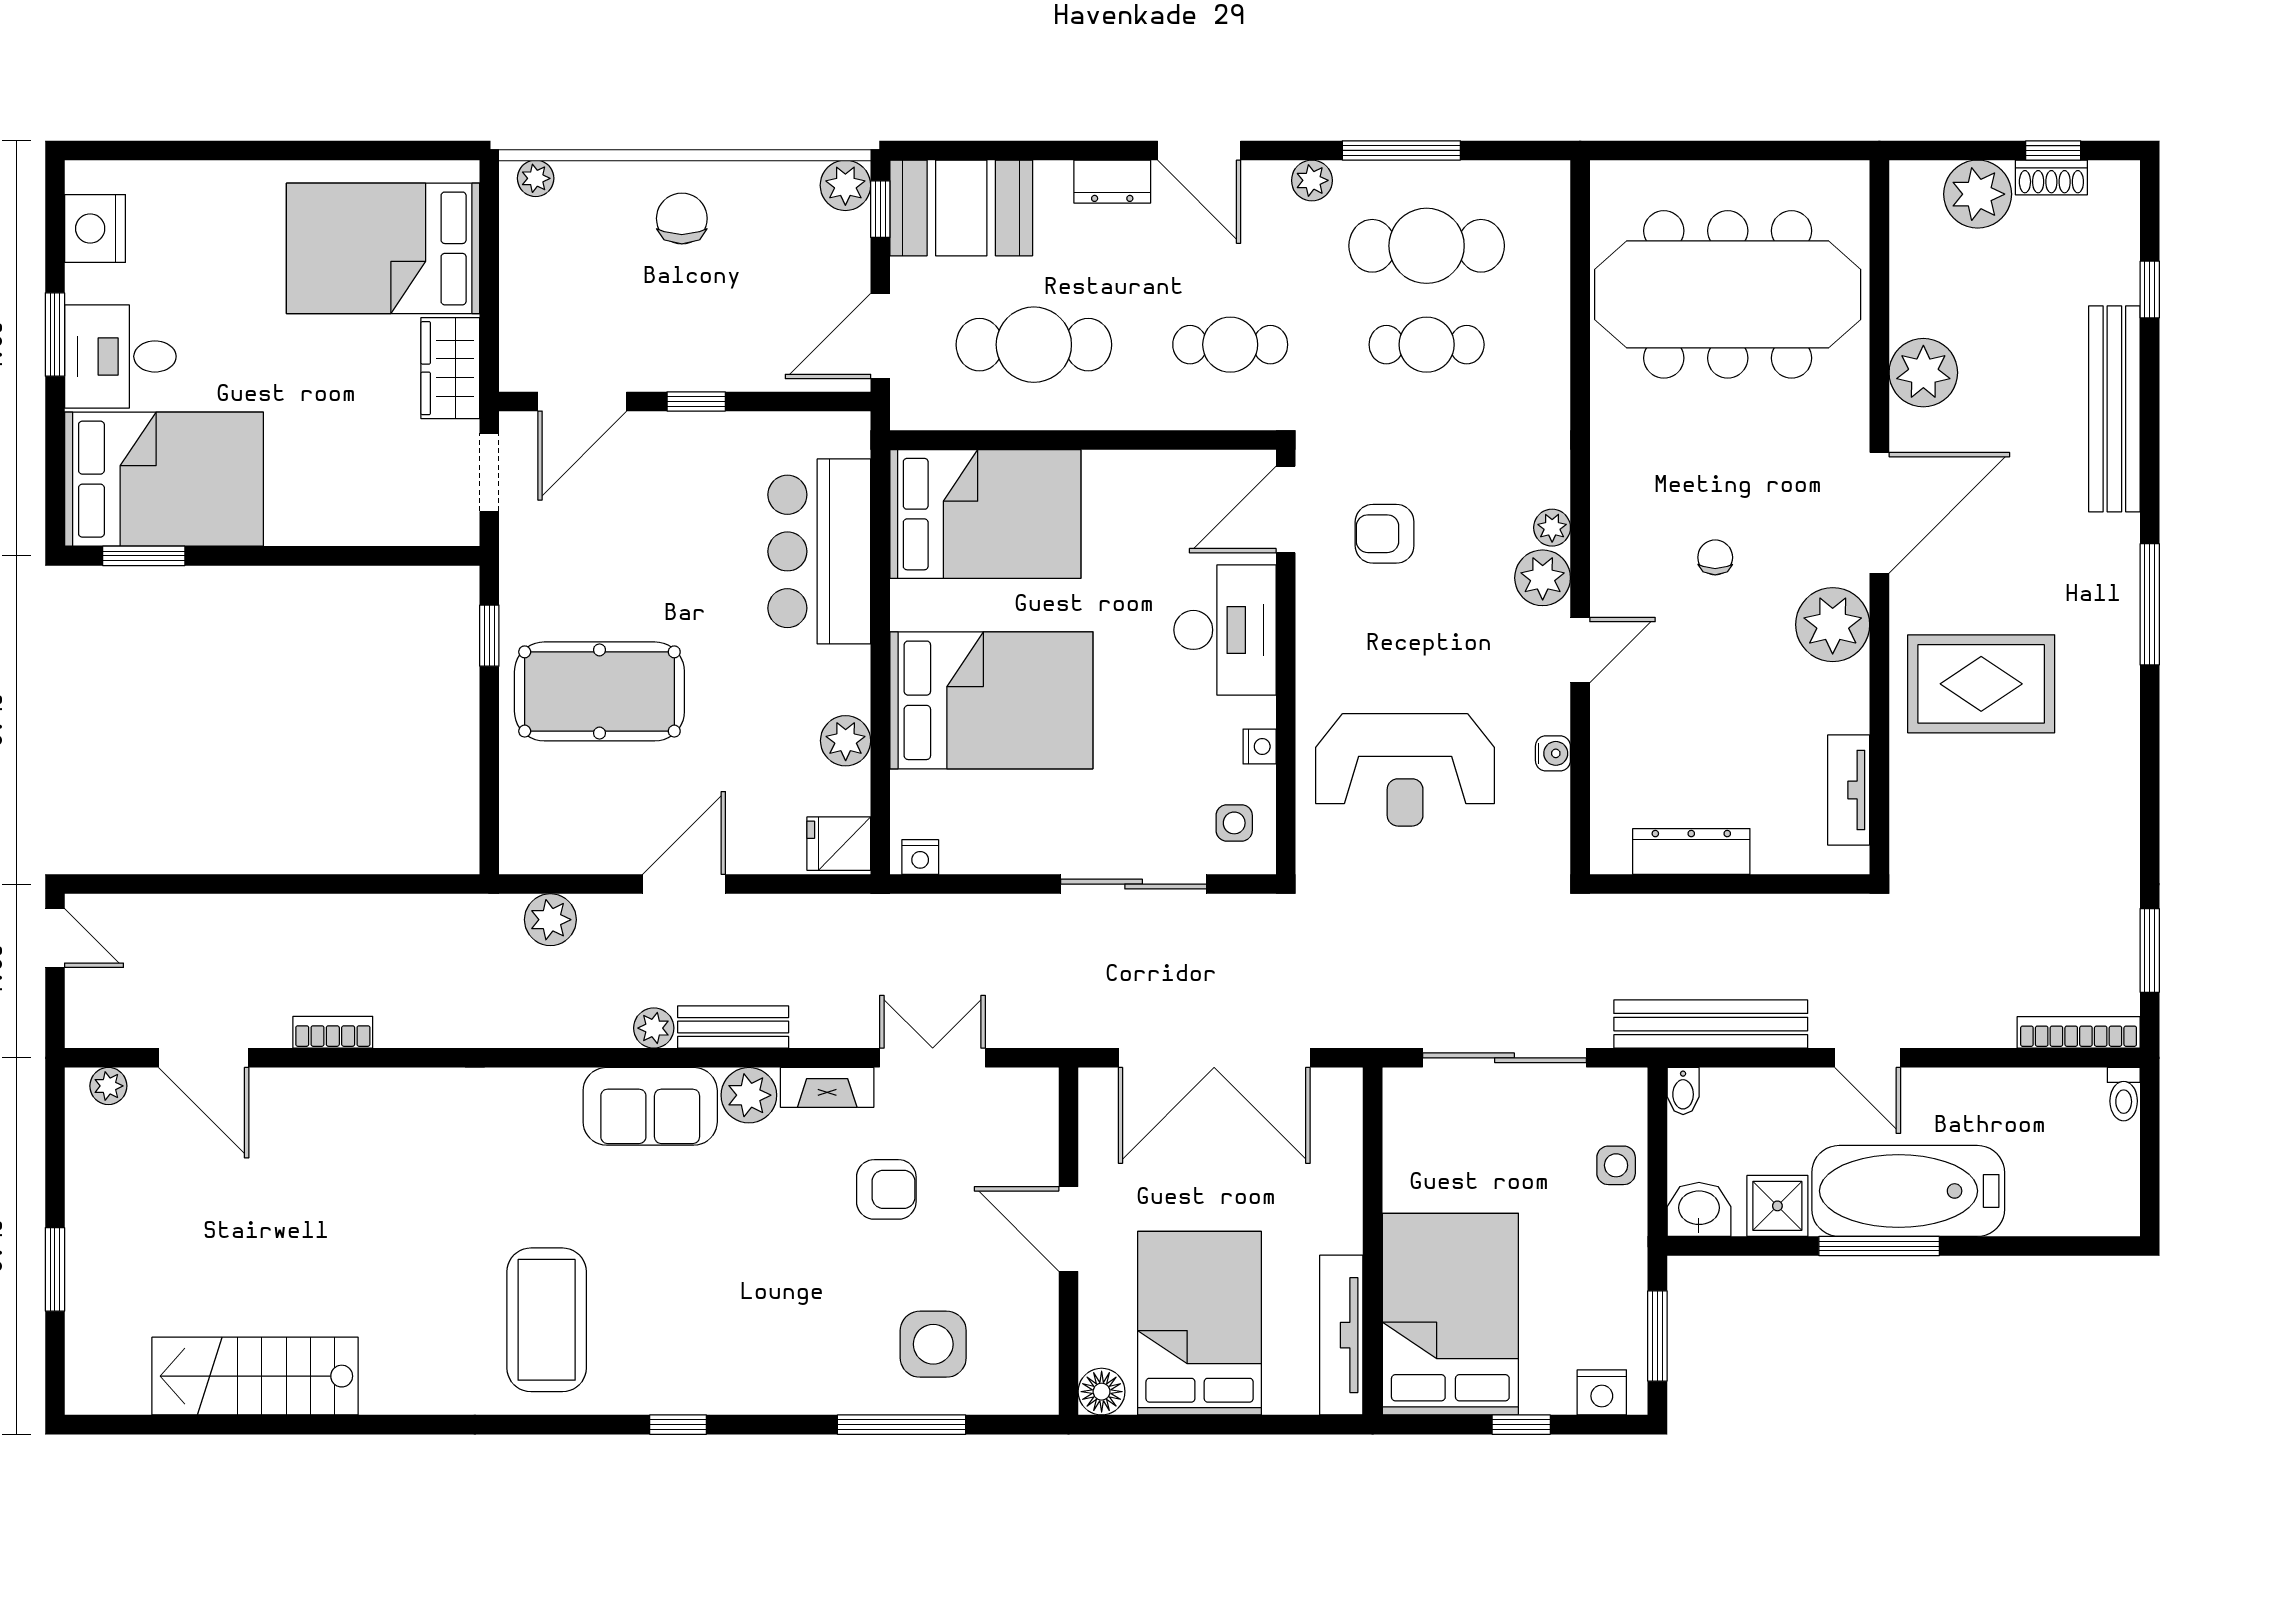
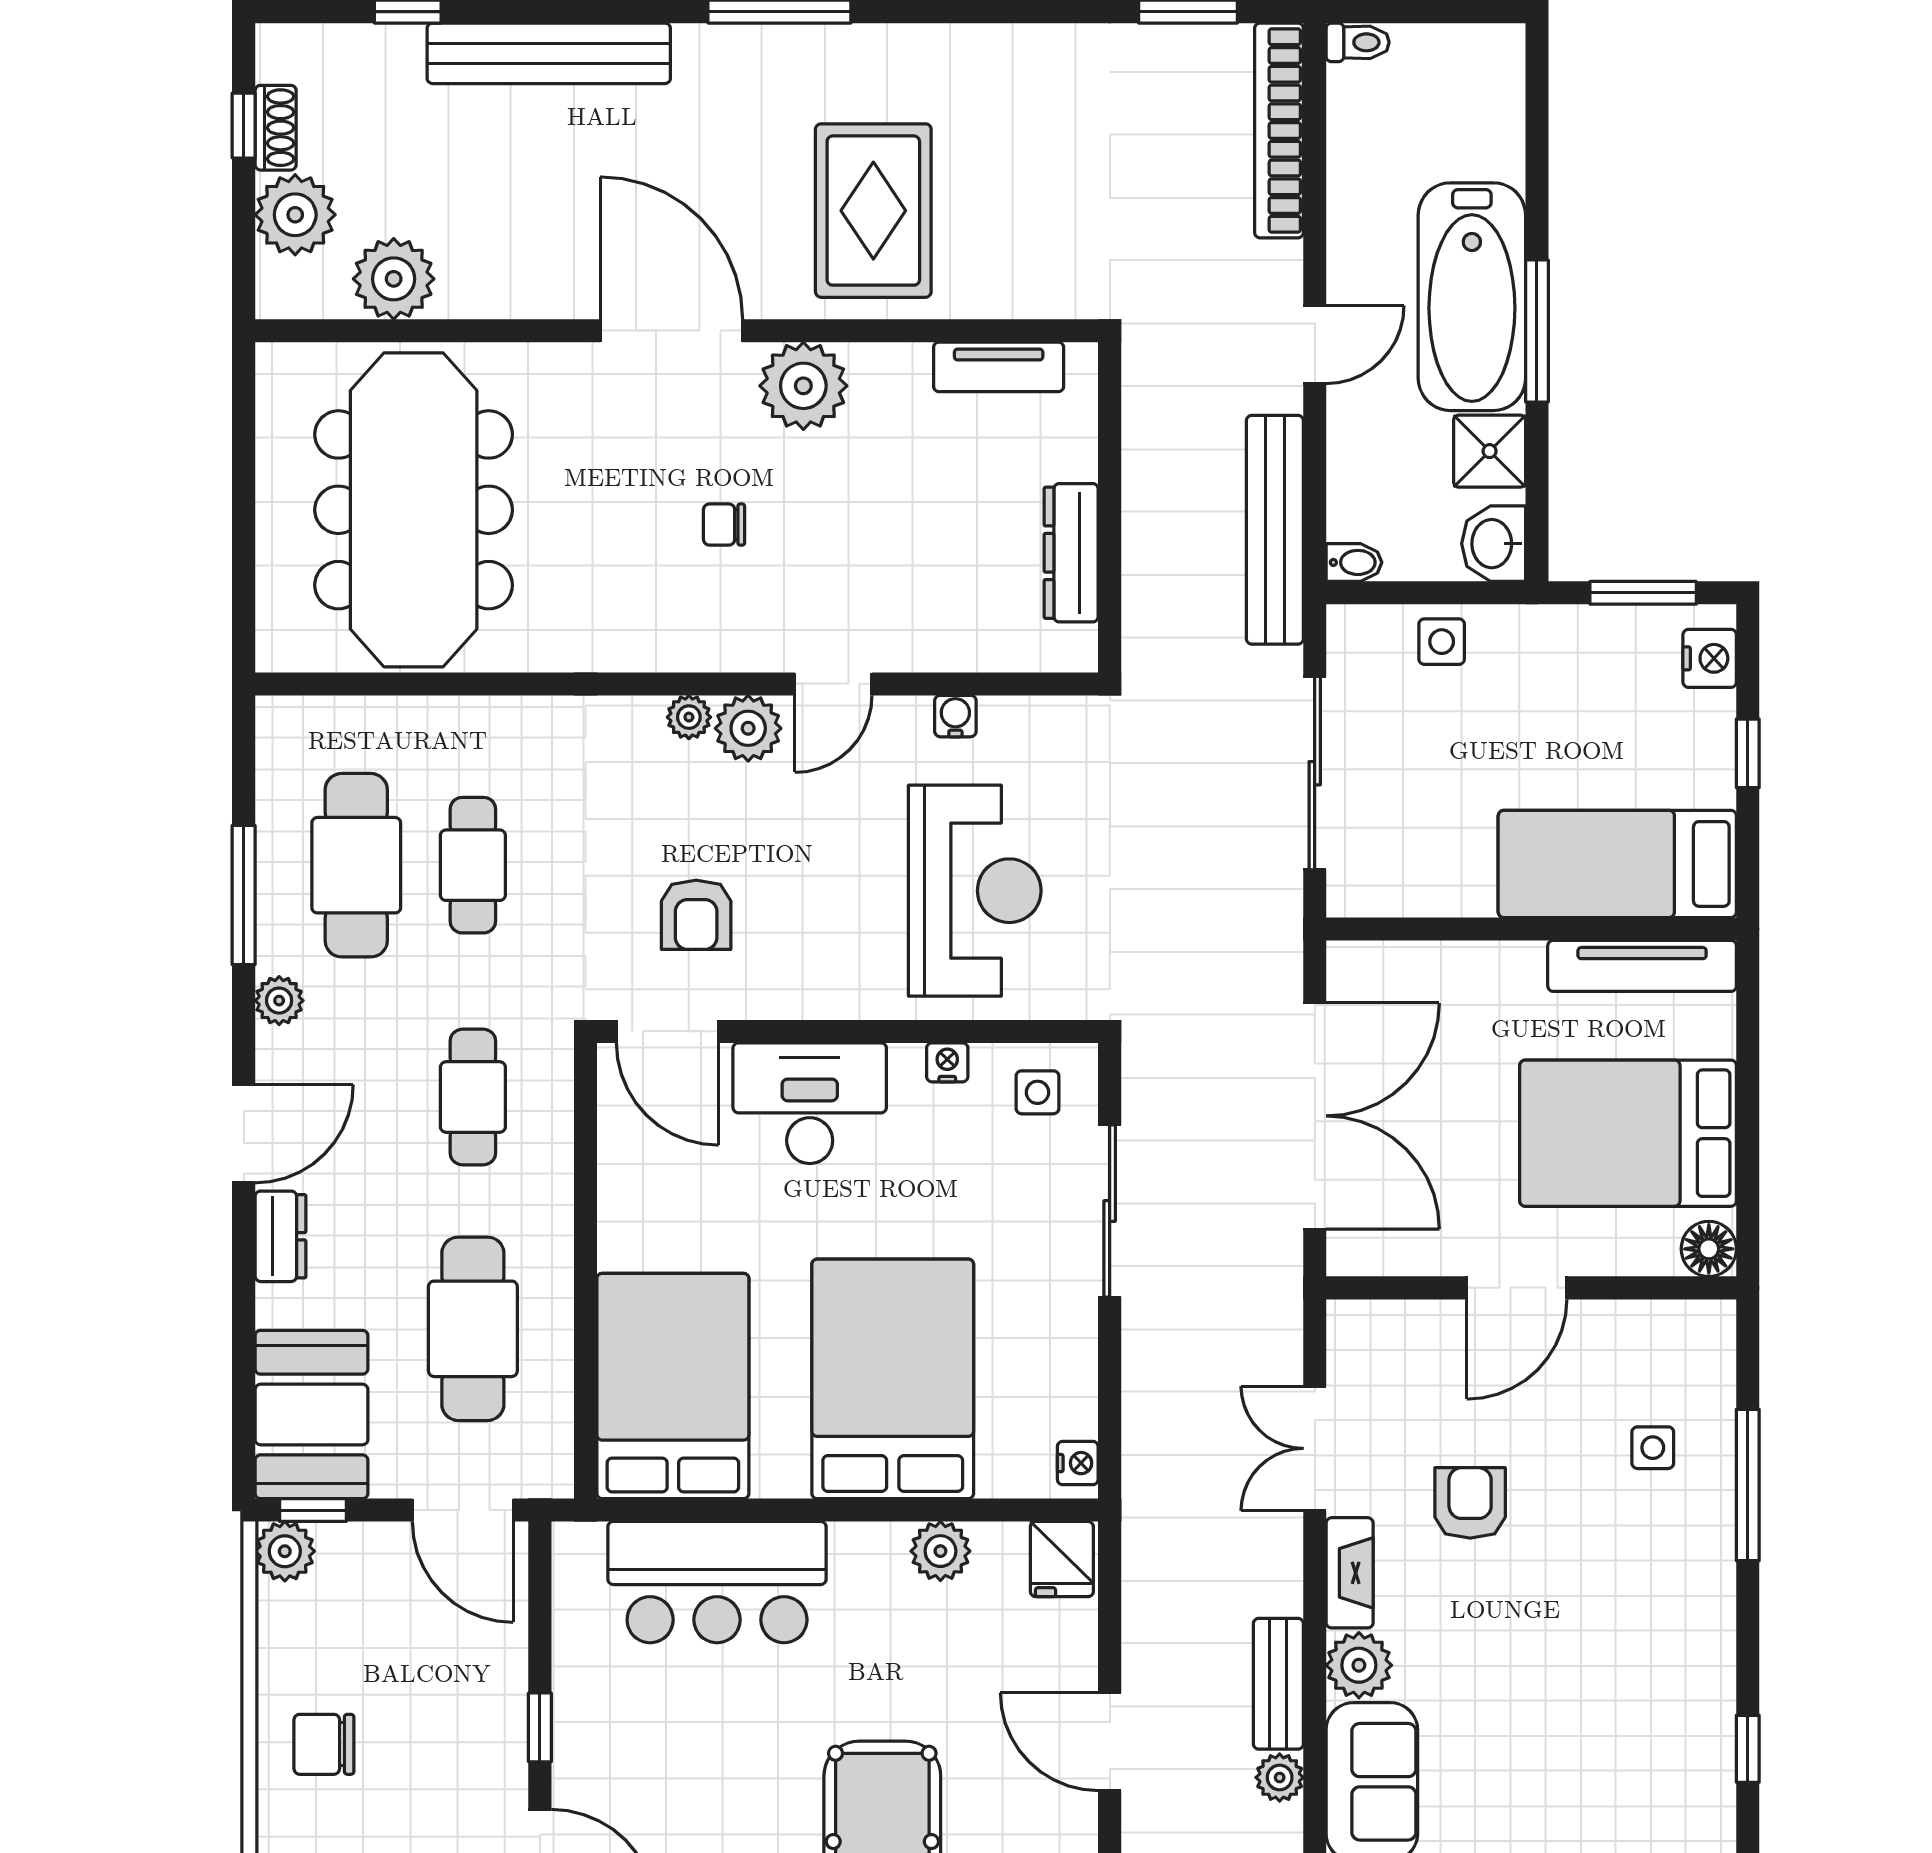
plant: (1923, 373) -> (394, 279), moved
door: (1580, 650) -> (833, 684), swing flipped
bookcase: (2079, 1032) -> (1279, 130), width x1.48, depth x1.31
bed: (1450, 1314) -> (1617, 864), width x0.67
side table: (933, 1344) -> (1653, 1448), width x0.54, depth x0.54

